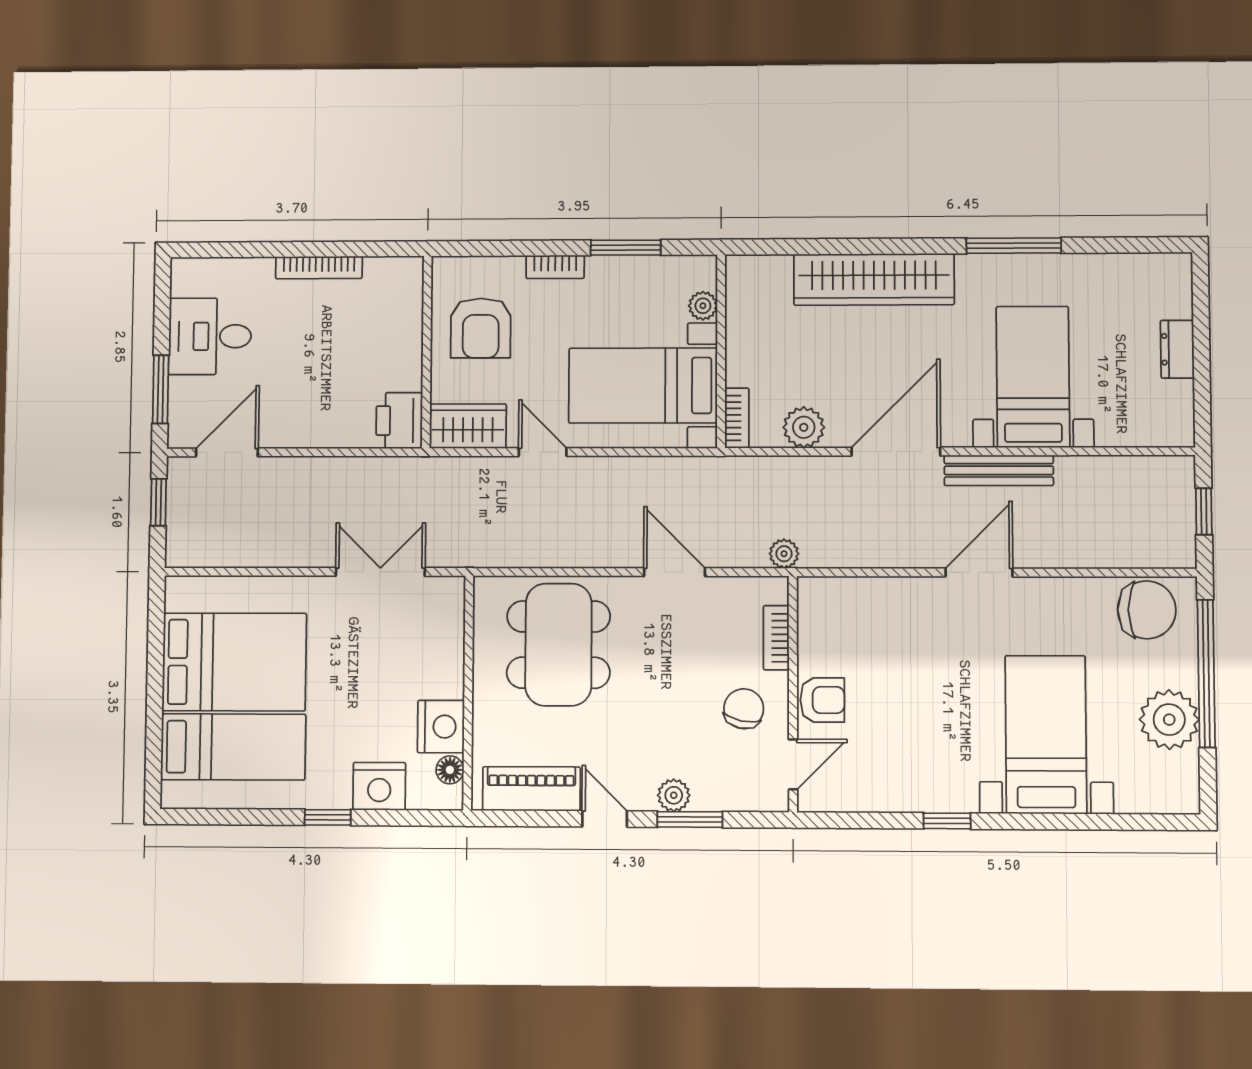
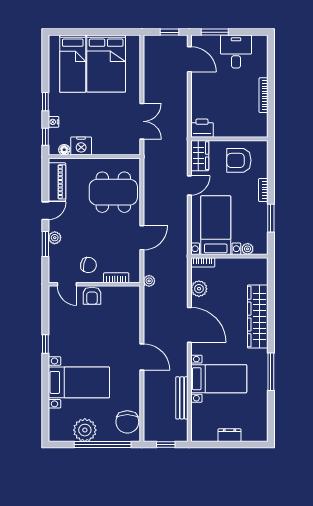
bench: (999, 470) -> (182, 398), moved
nightstand: (379, 786) -> (54, 122), width x0.53, depth x0.56
window: (417, 818) -> (45, 137), added

